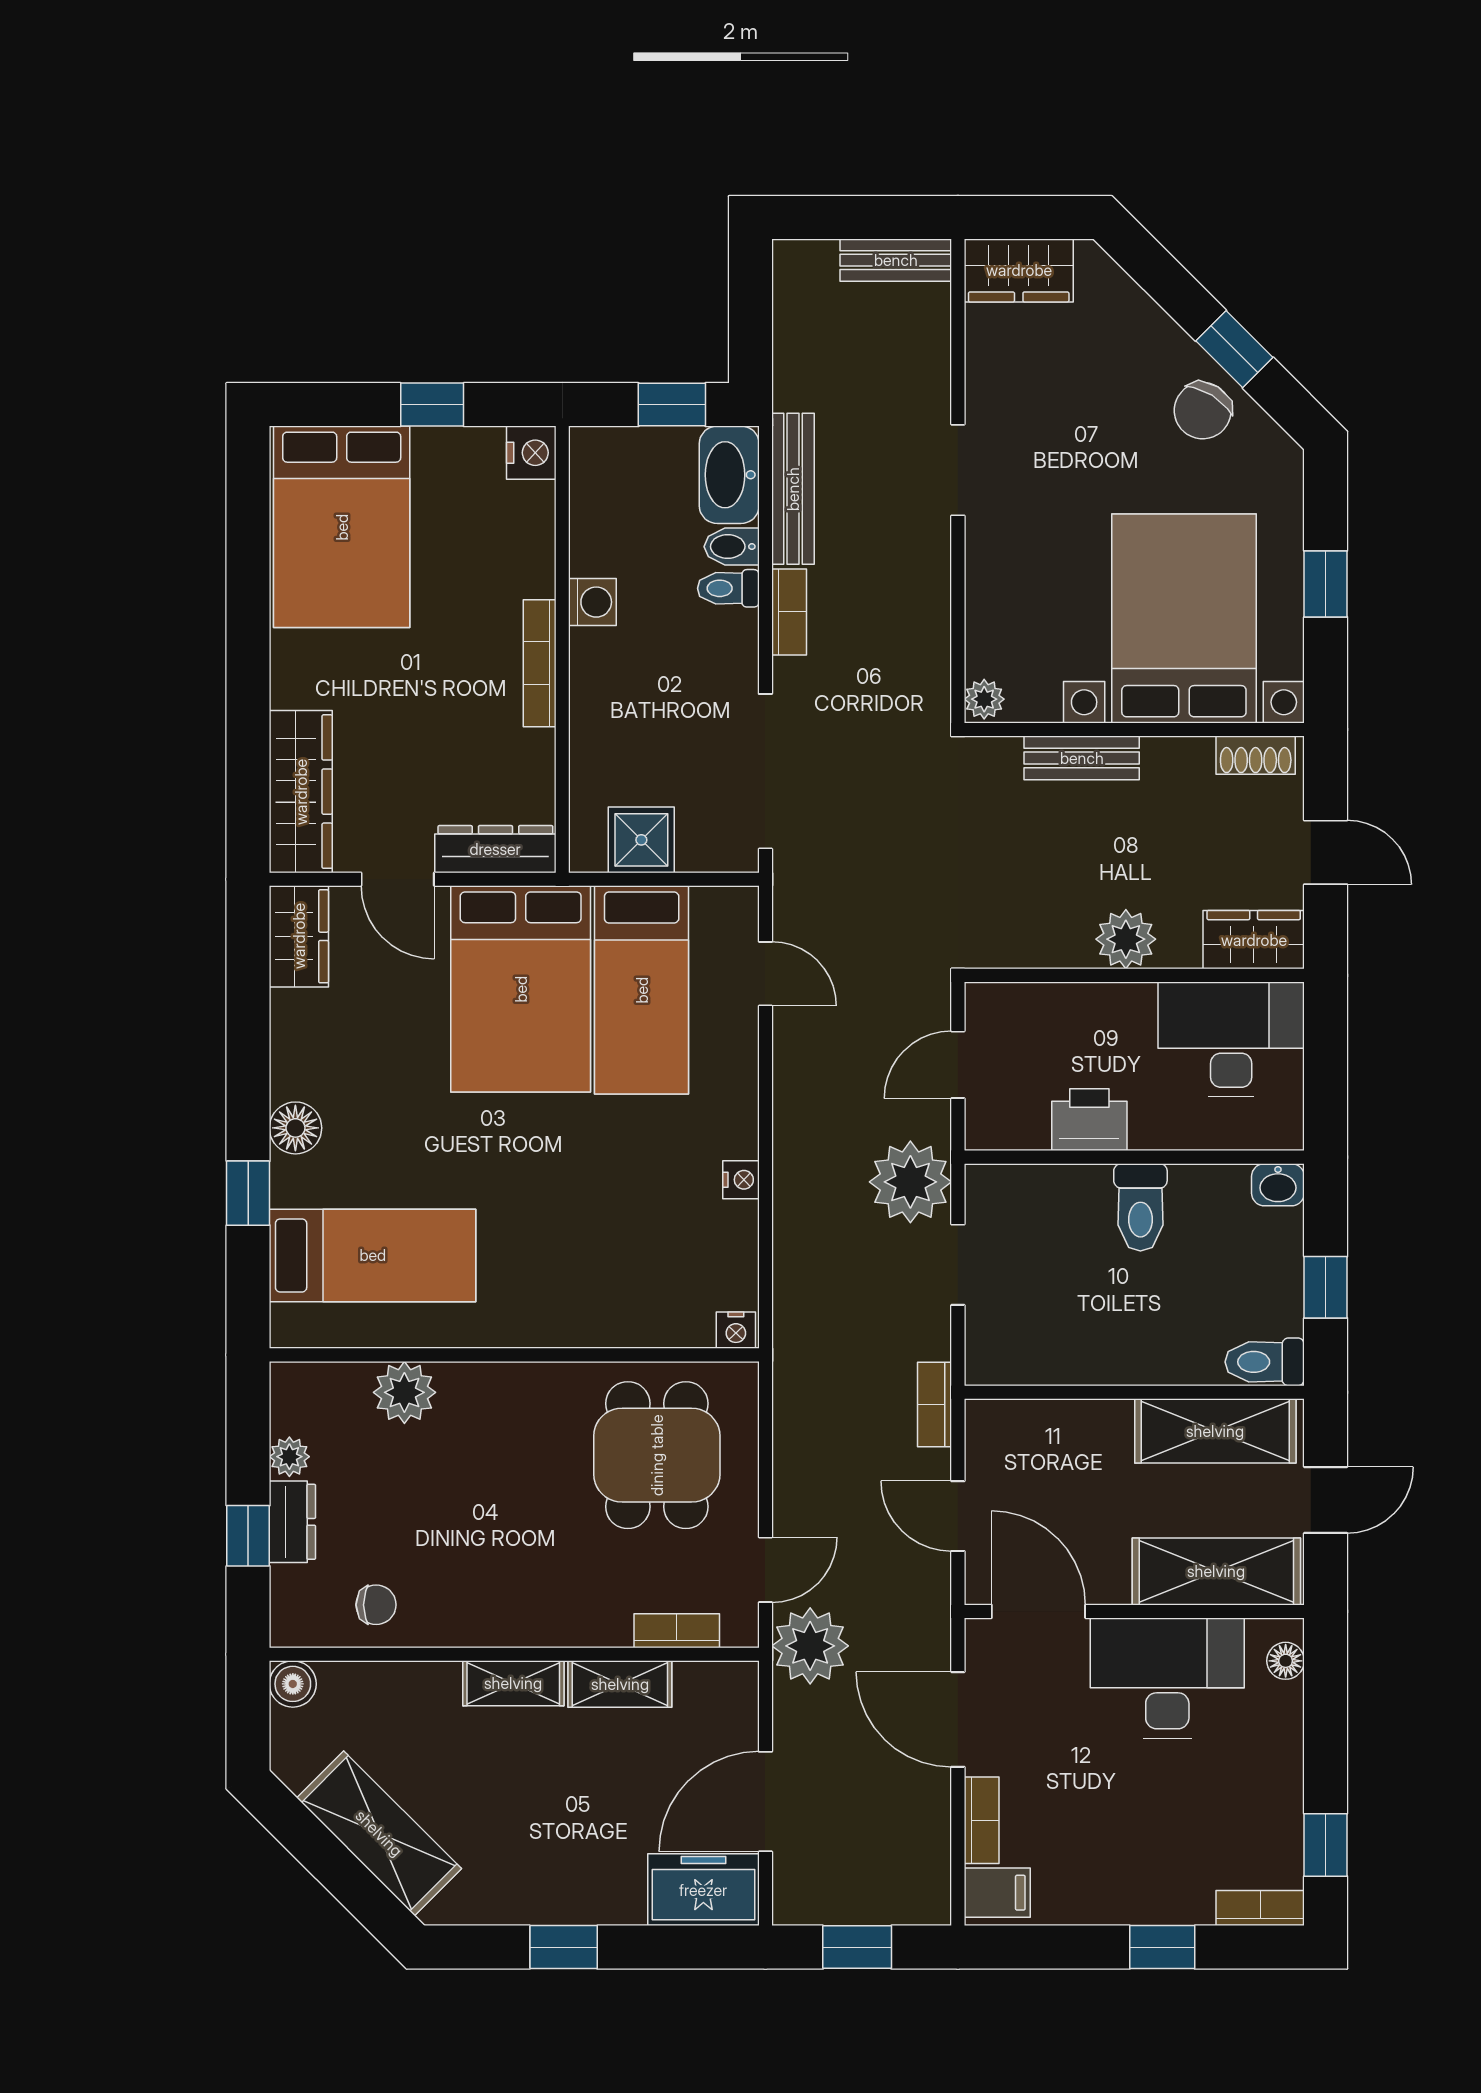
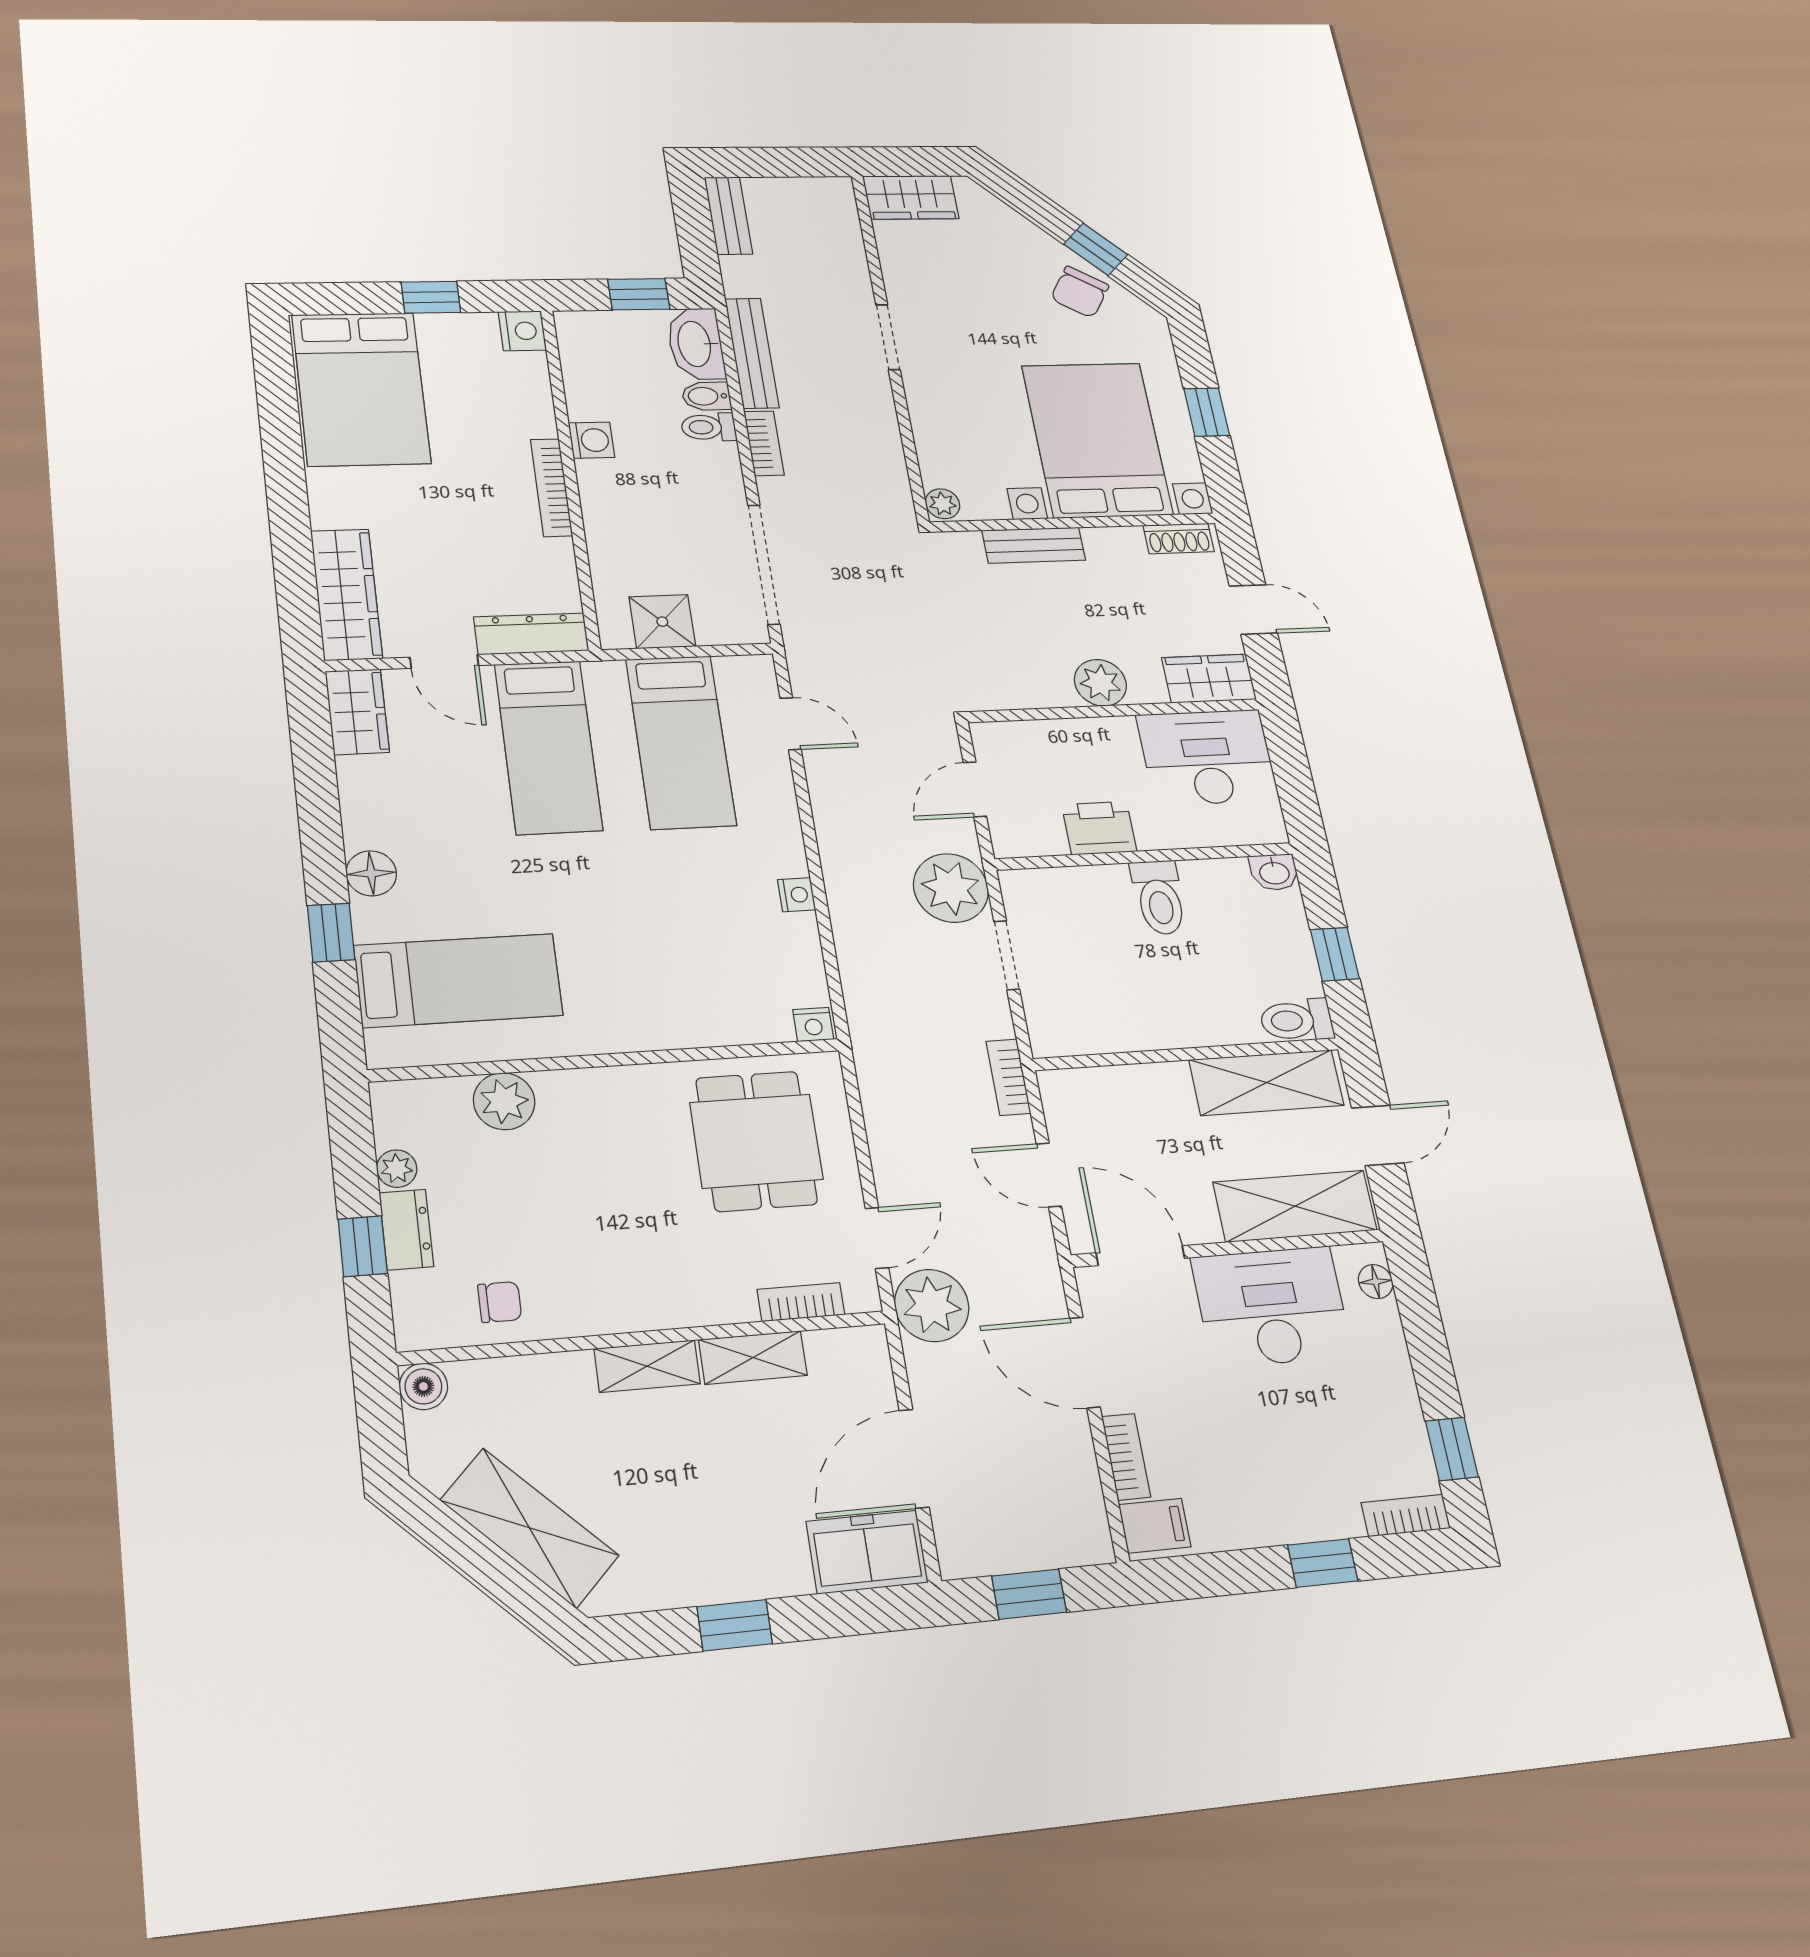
bench: (896, 260) -> (728, 215), moved, turned 90
bed: (521, 989) -> (548, 747), width x0.67

